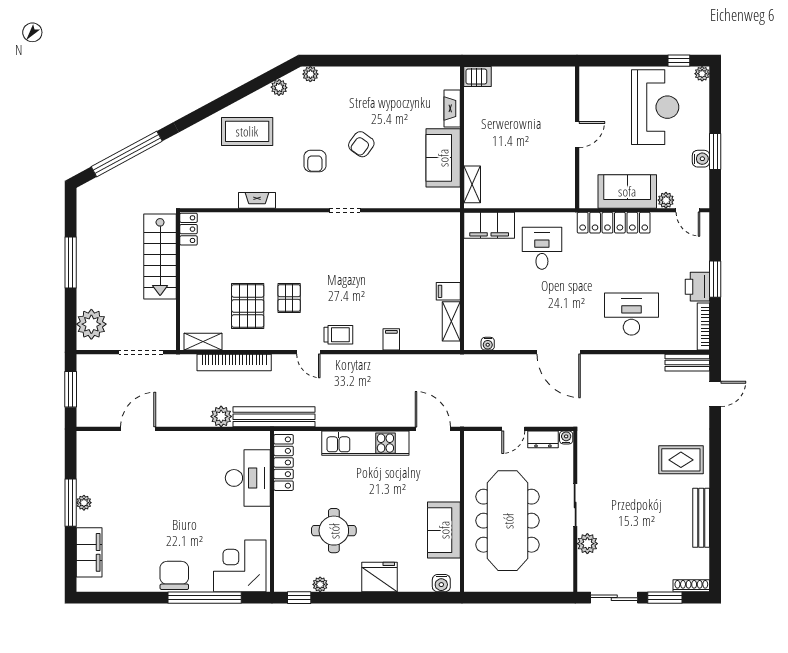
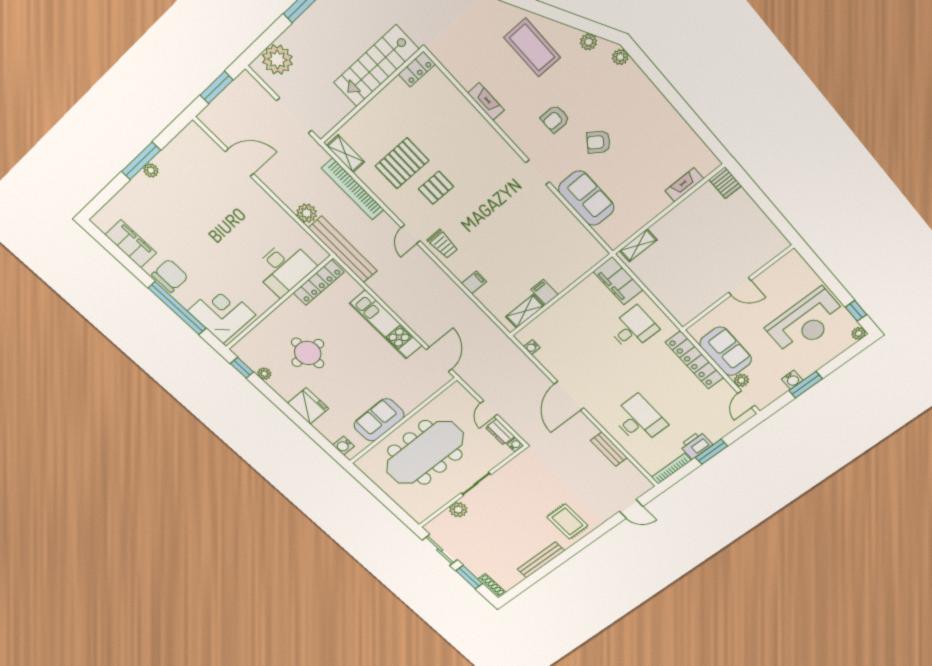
sofa: (443, 158) -> (586, 198), moved, turned 90
bench: (687, 363) -> (609, 449), moved
door: (513, 429) -> (489, 409), hinge flipped
filing cabinet: (89, 552) -> (131, 244), moved, turned -90

